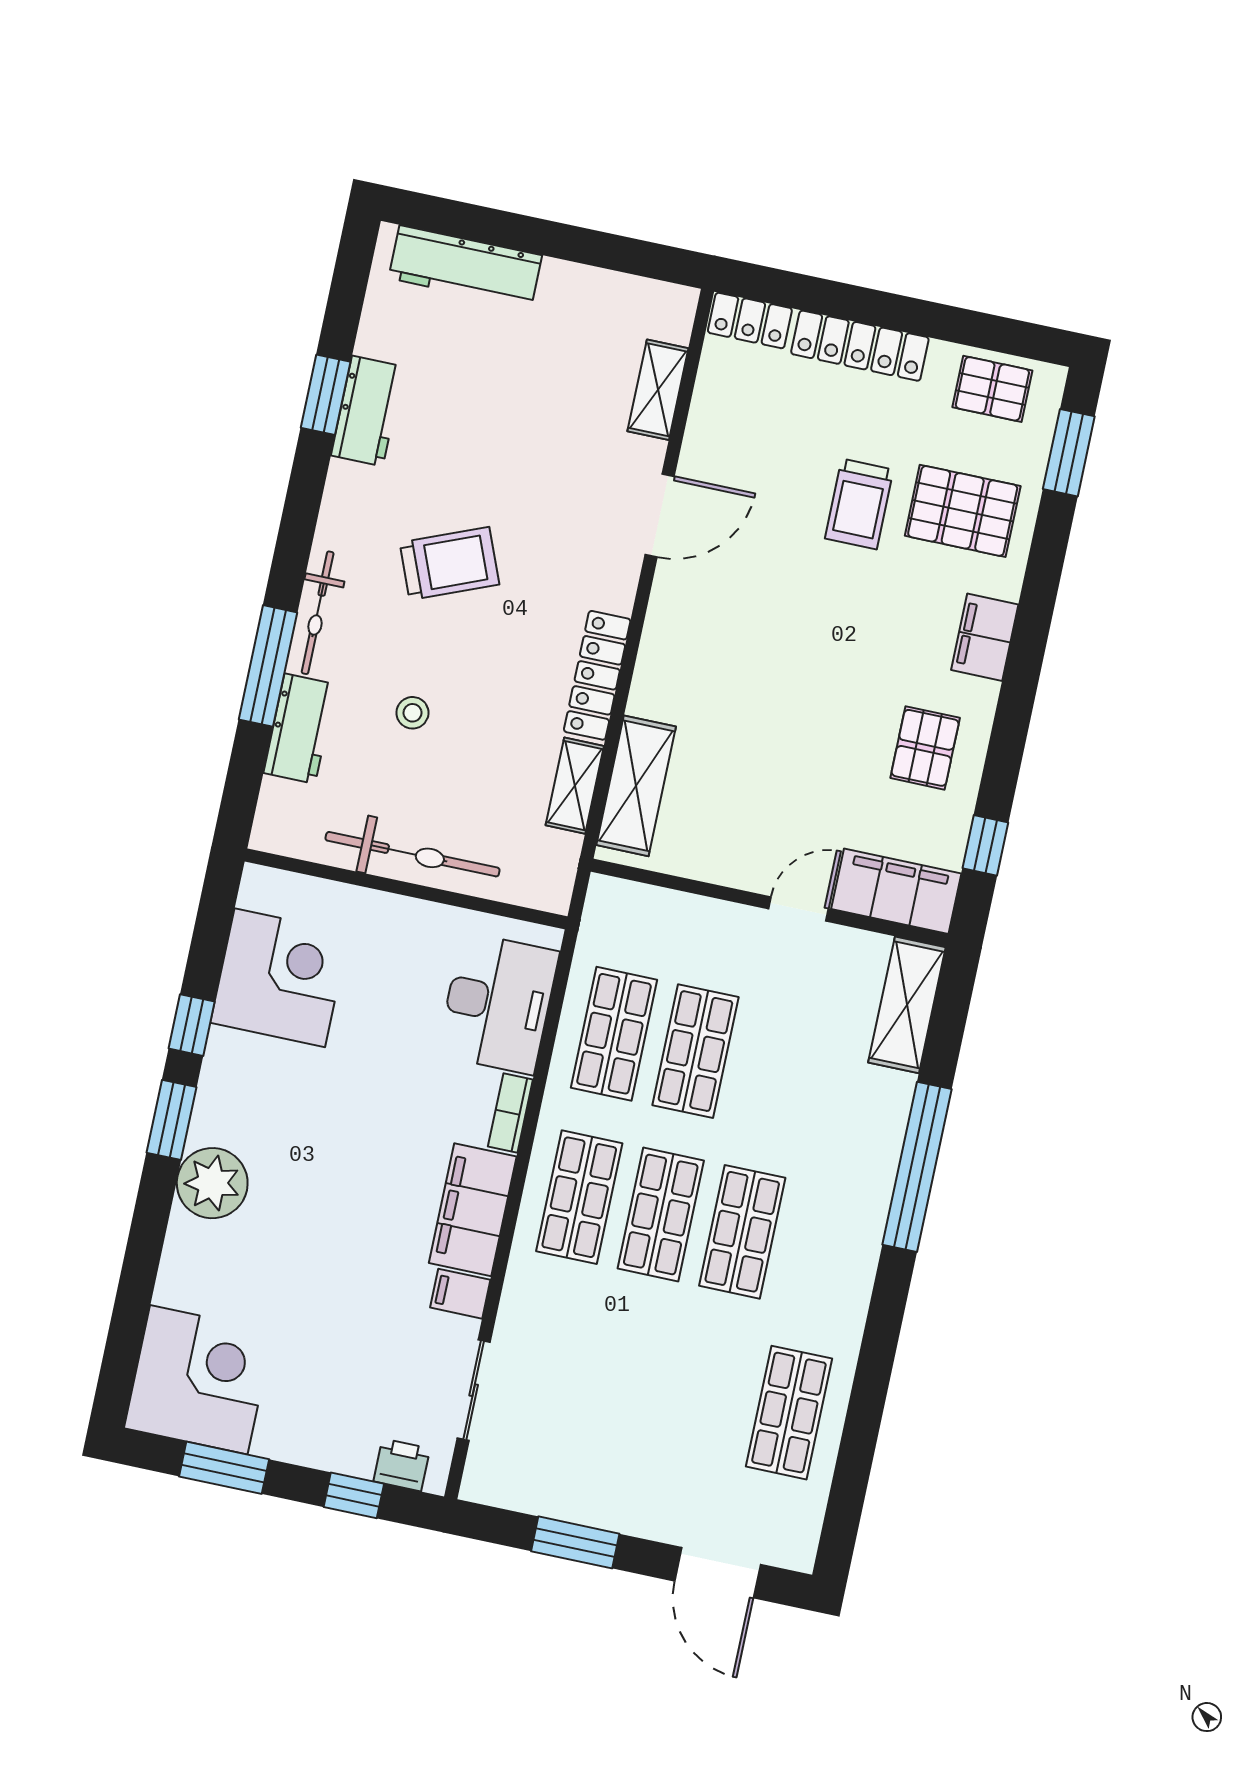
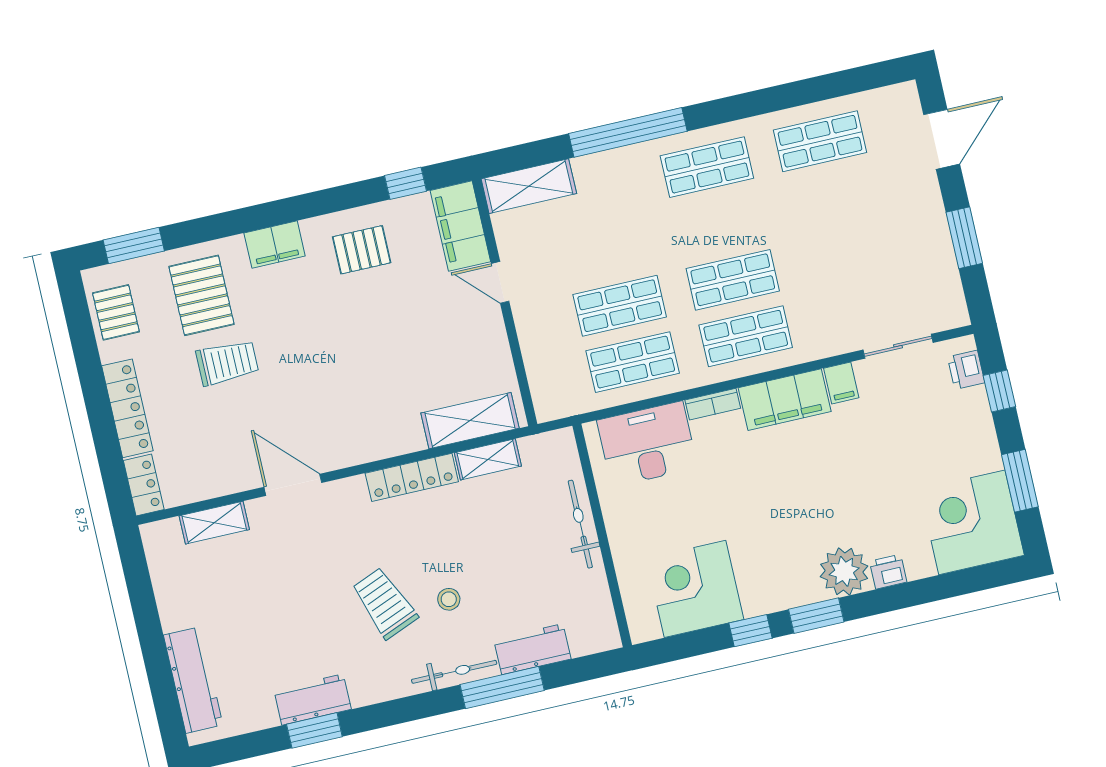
stool: (412, 713) -> (449, 599), moved
bicycle: (413, 854) -> (580, 524), width x0.73, depth x0.71
shop shelf: (742, 1232) -> (707, 167), moved
printer: (185, 1241) -> (888, 572), added

